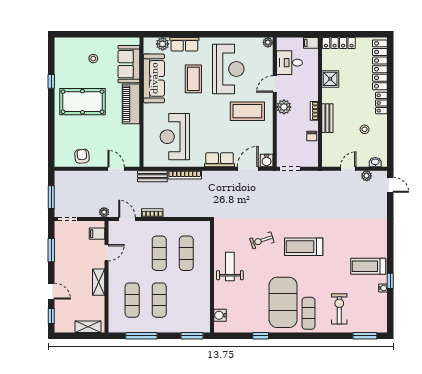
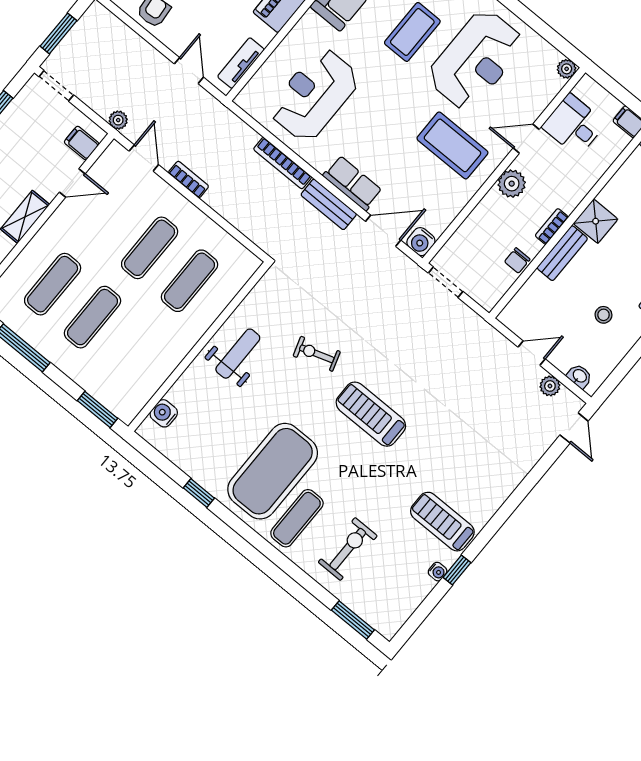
shower: (330, 79) -> (596, 221), moved
tv unit: (135, 148) -> (241, 63), added
bench: (152, 176) -> (329, 204), moved

